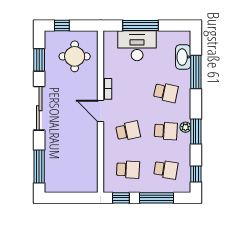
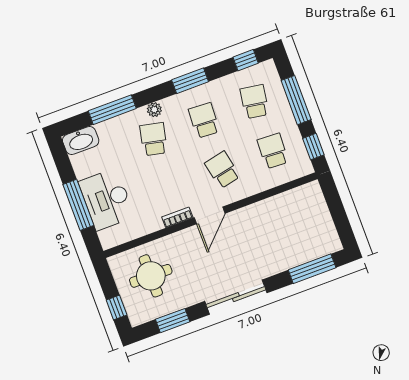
washbasin: (183, 57) -> (81, 140), moved
plant: (185, 127) -> (154, 110), moved

